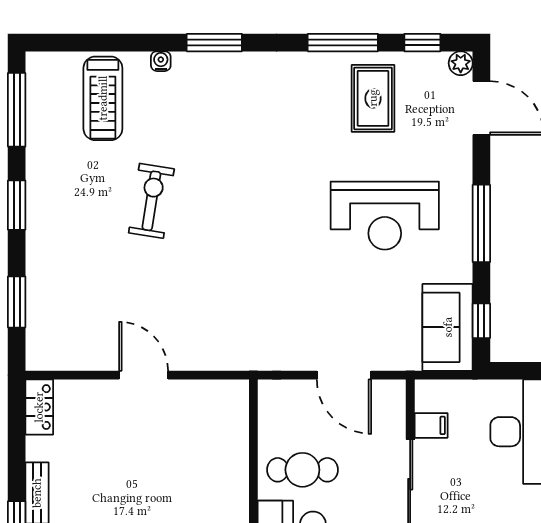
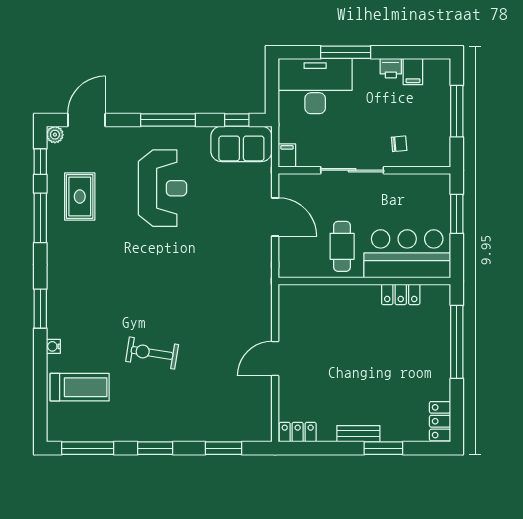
rug: (373, 98) -> (80, 197), turned 90
door: (344, 375) -> (275, 217), hinge flipped
filing cabinet: (431, 425) -> (287, 156), moved

